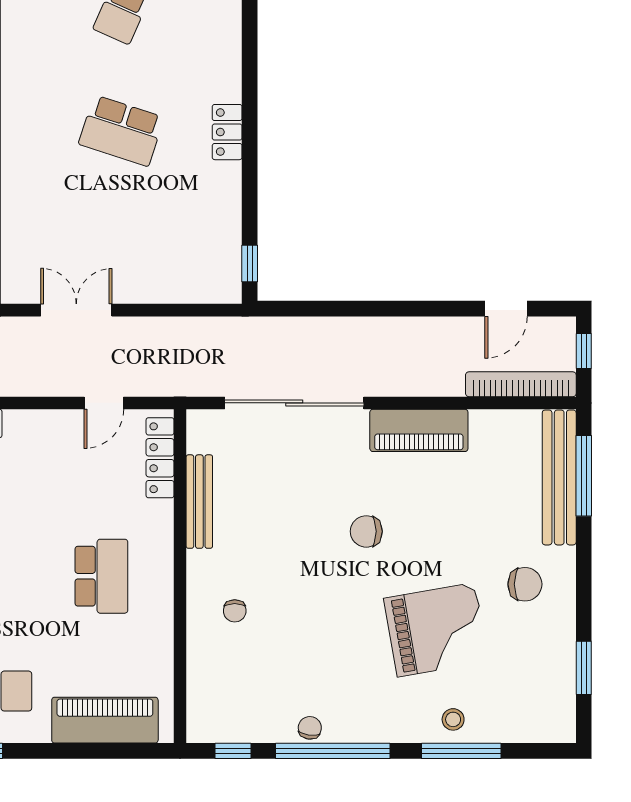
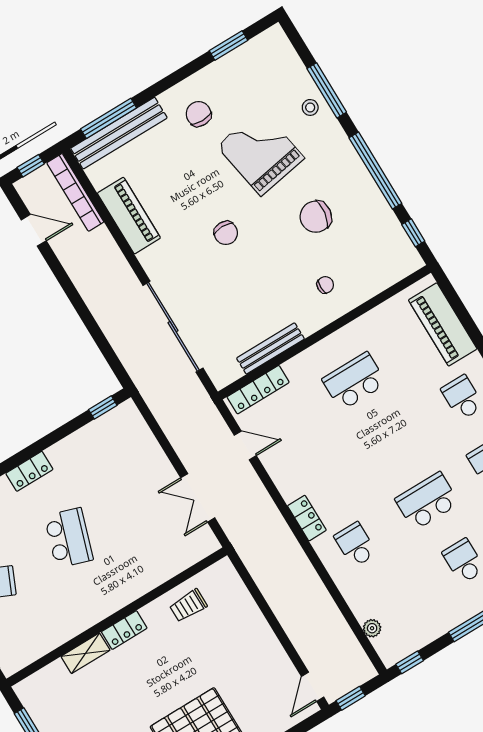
piano: (419, 430) -> (129, 216), moved
chair: (310, 728) -> (316, 217), moved, width x1.87, depth x1.87

